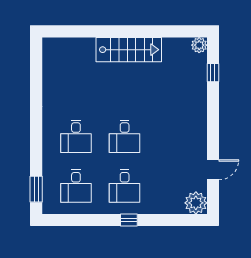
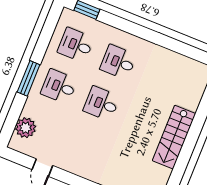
plant: (196, 203) -> (26, 128), moved
window: (129, 220) -> (29, 78), width x2.17

